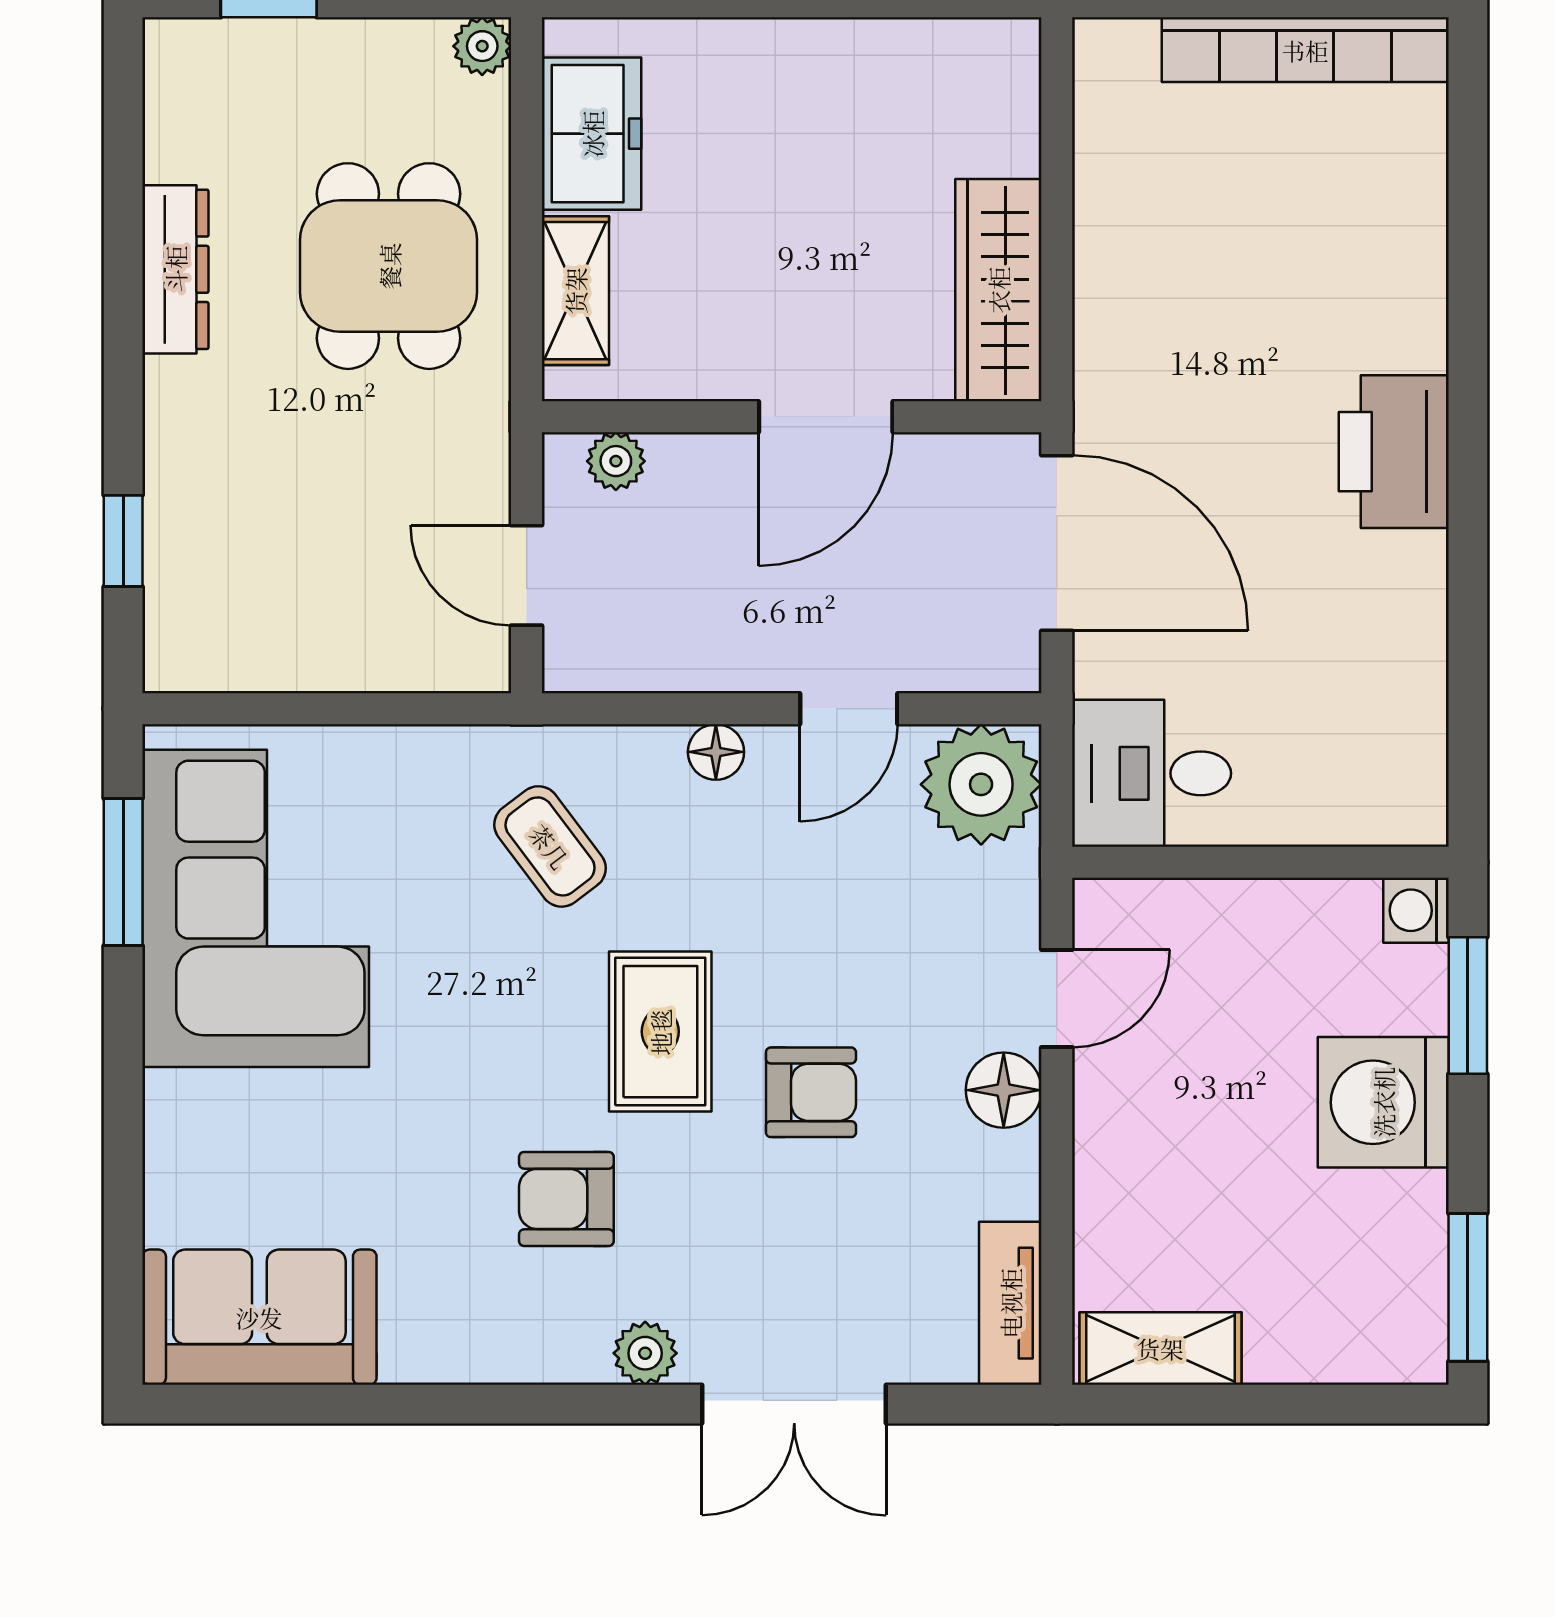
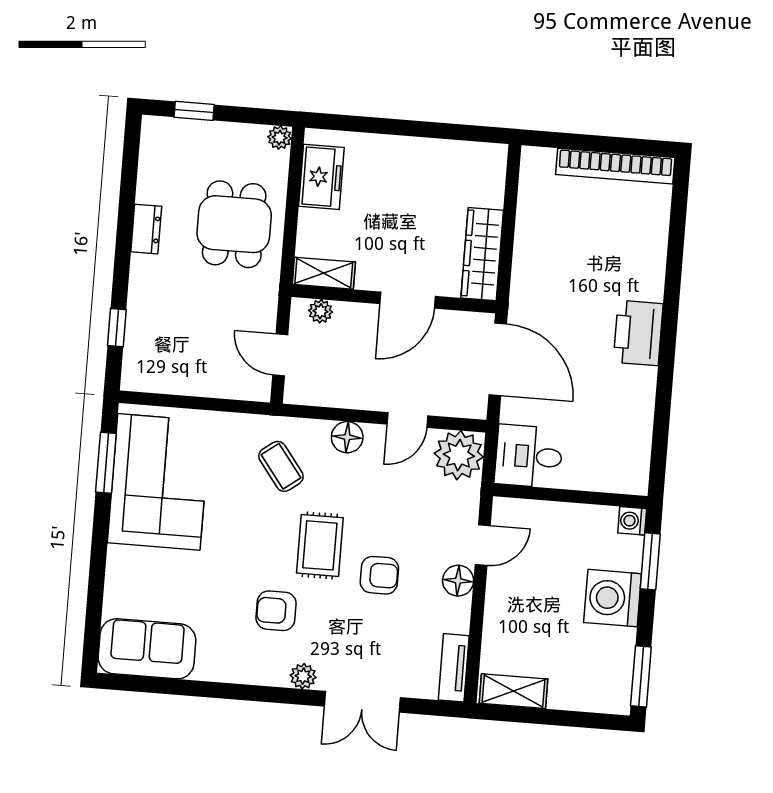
dresser: (175, 269) -> (146, 229), width x0.70
shelving: (575, 291) -> (324, 273), moved, turned 90
floor lamp: (716, 752) -> (347, 437), width x1.37, depth x1.37

